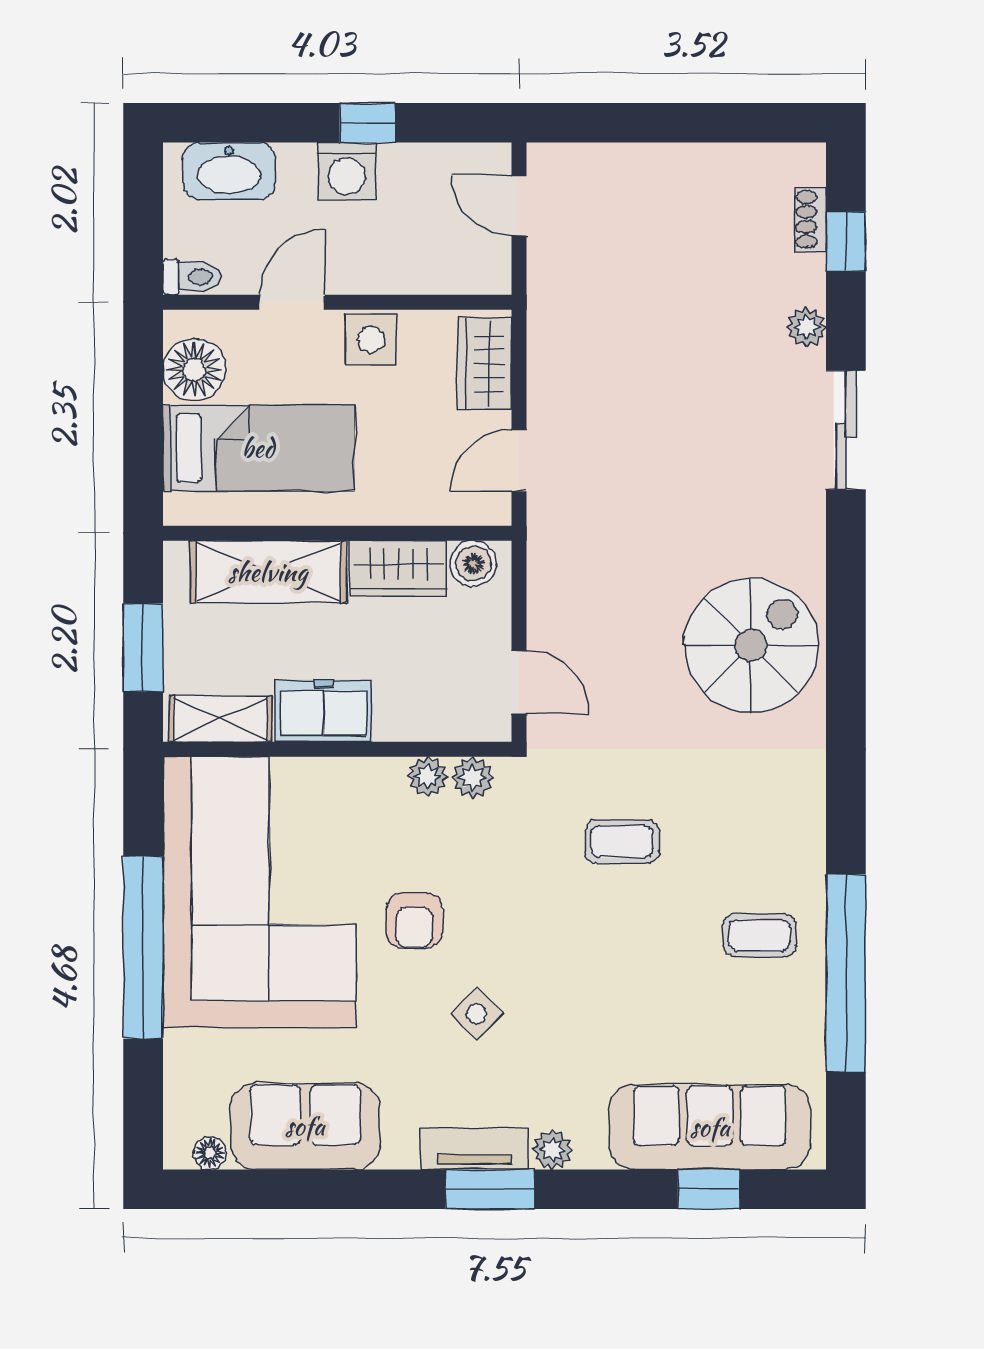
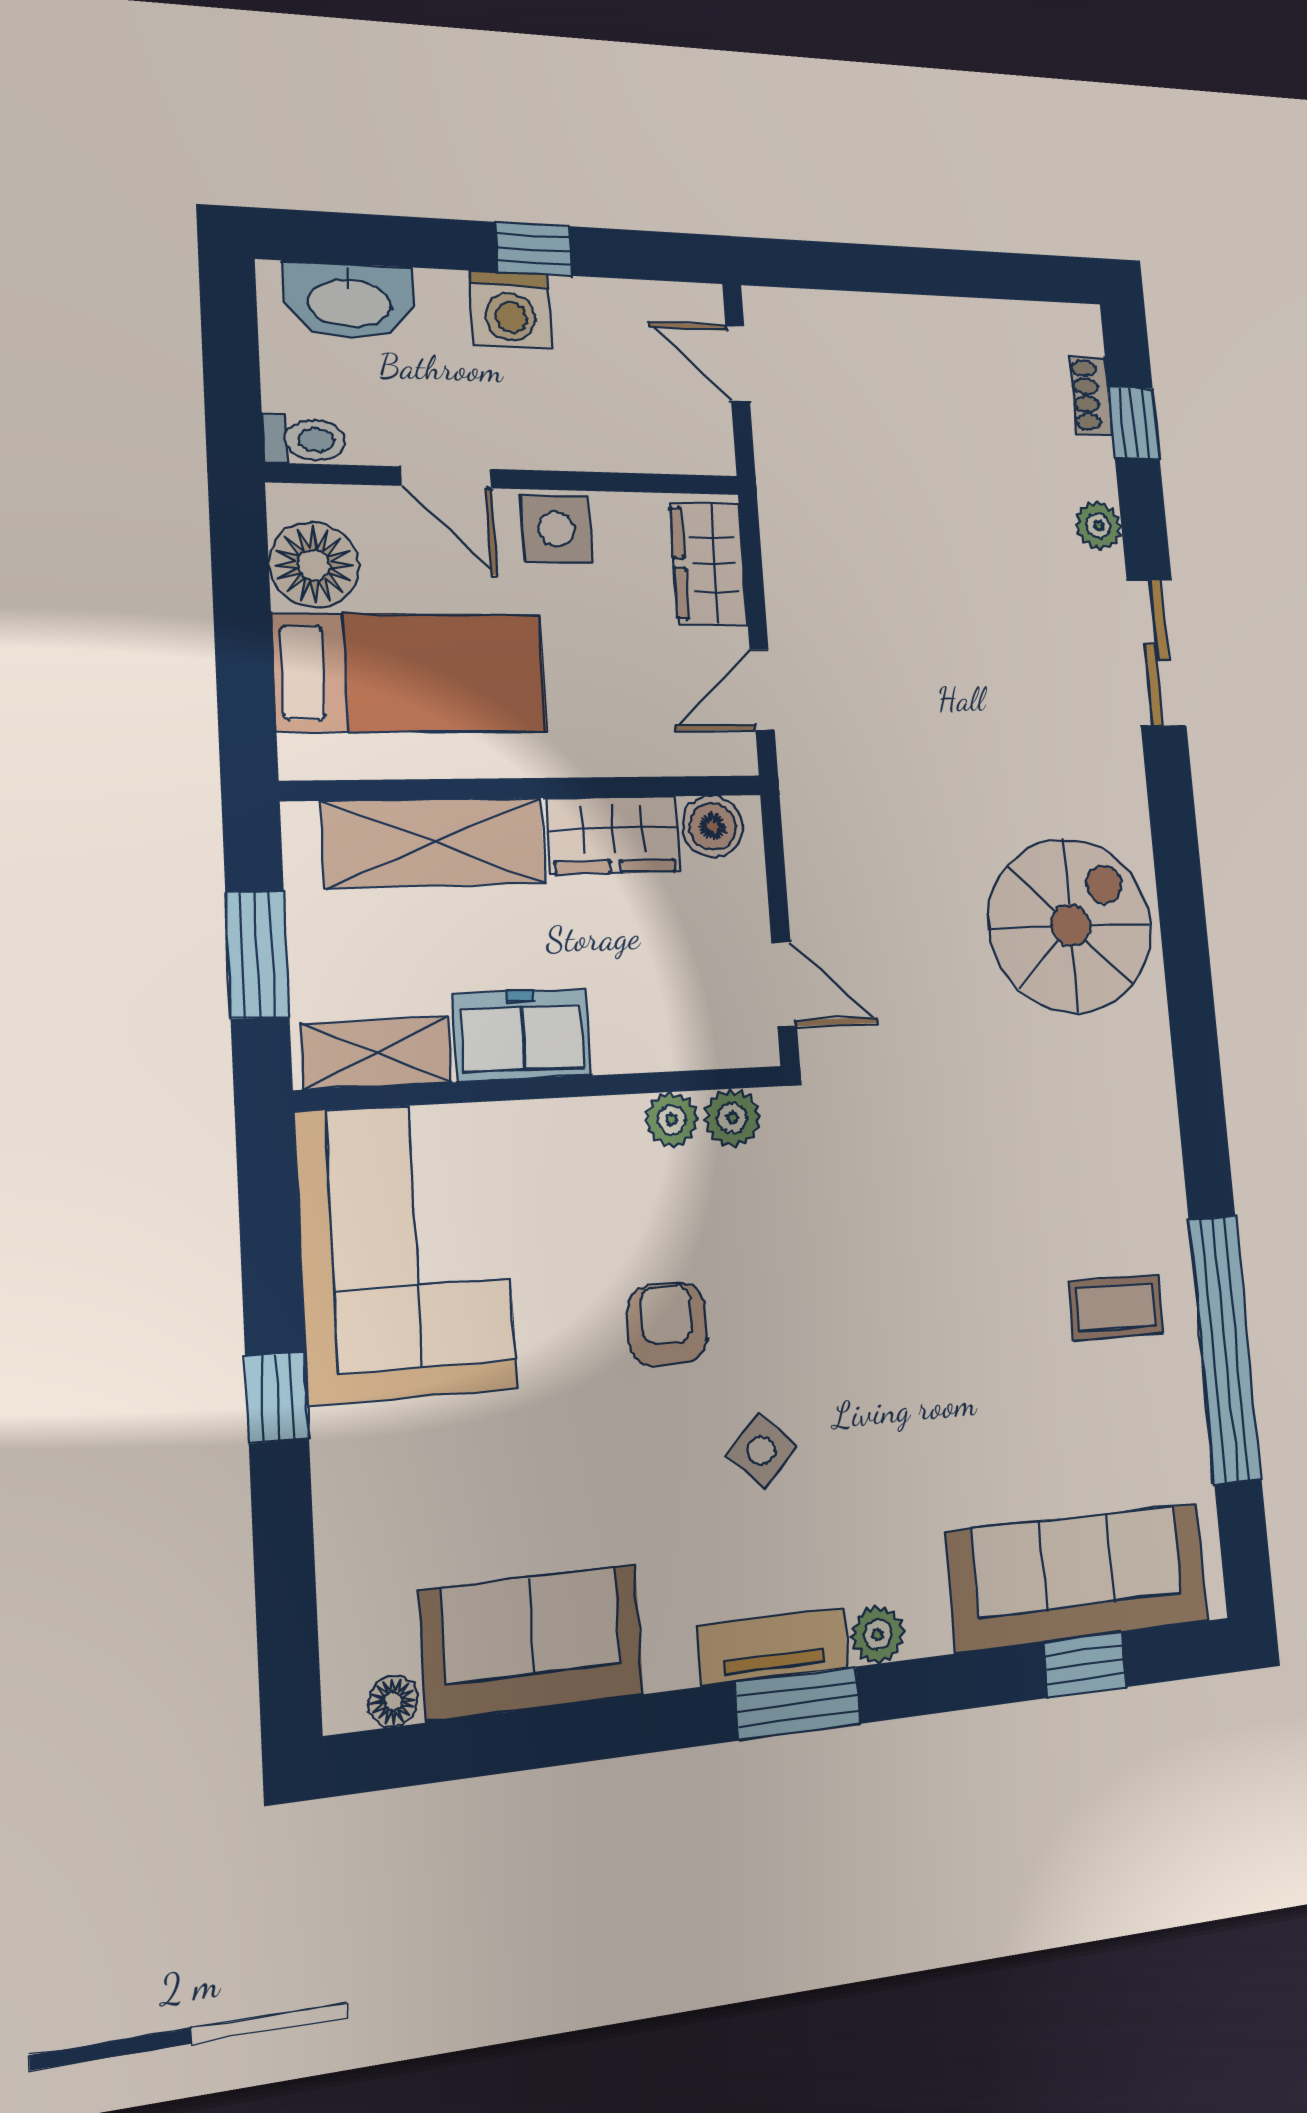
door: (292, 302) -> (446, 477), swing flipped
coffee table: (622, 842) -> (933, 1193), removed
corner sofa: (259, 892) -> (406, 1251), width x0.73, depth x0.74
armchair: (414, 920) -> (667, 1324), turned 180
window: (143, 947) -> (277, 1397), width x0.32

